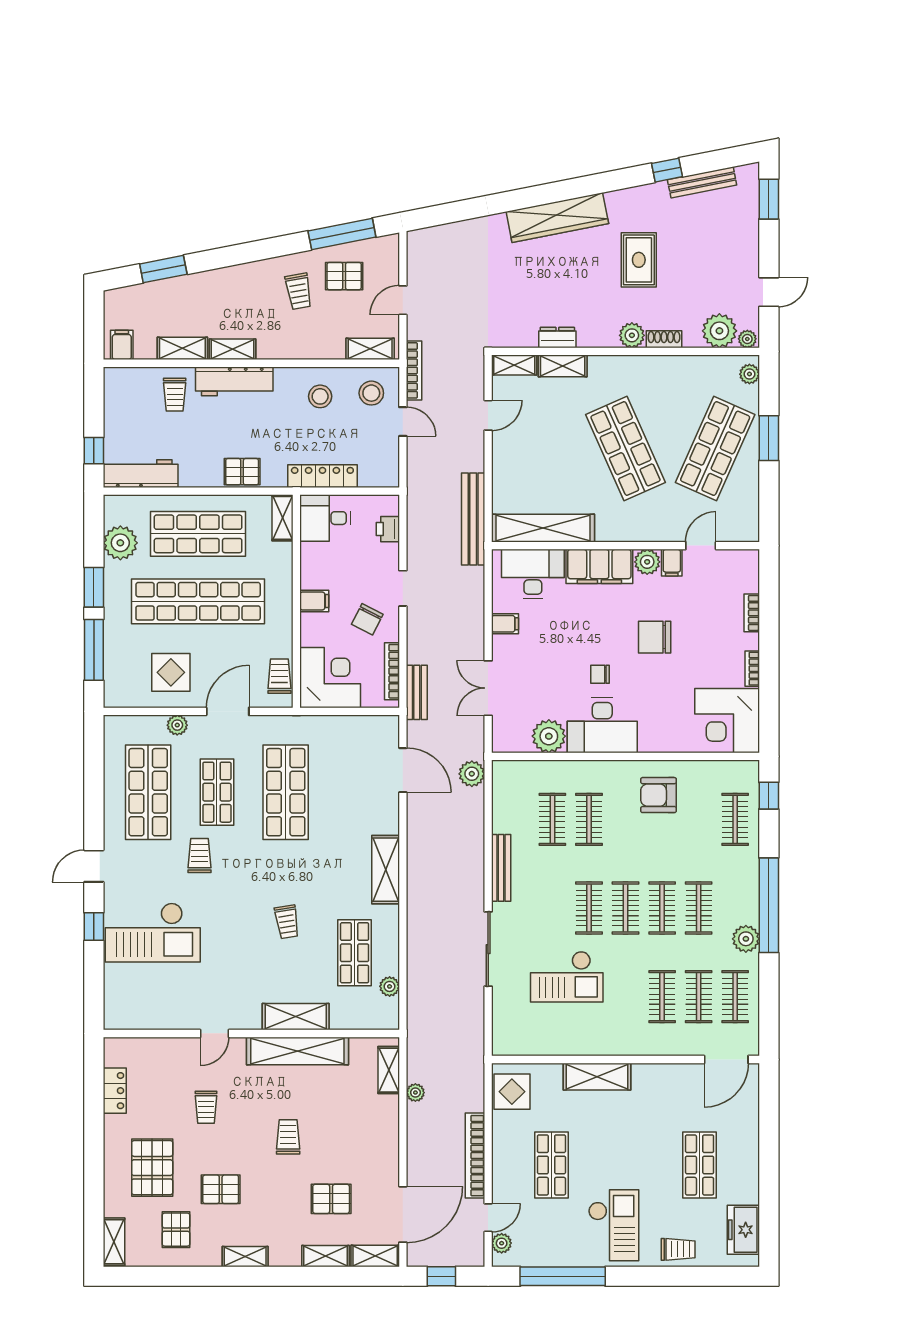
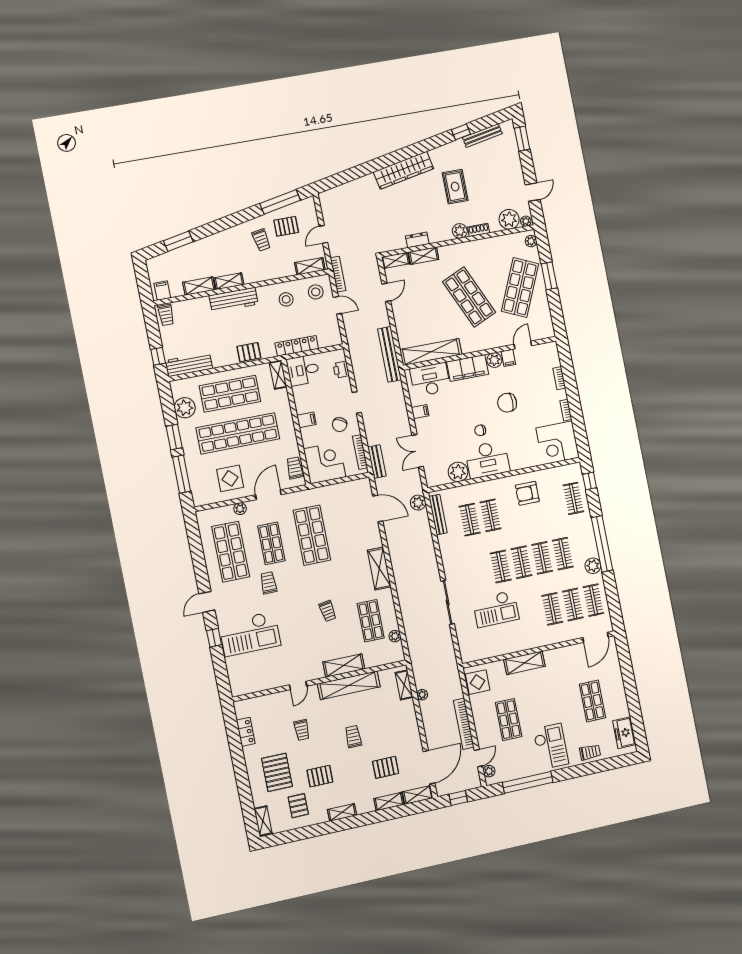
trolley: (175, 395) -> (166, 315), moved
bench: (501, 868) -> (438, 515), moved

